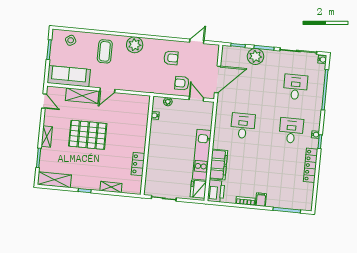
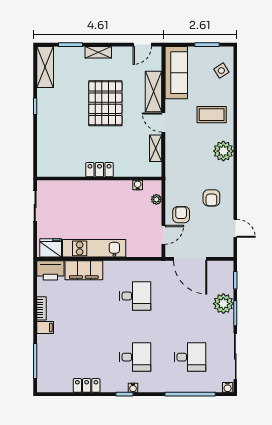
locker: (138, 164) -> (99, 170), moved
locker: (311, 165) -> (87, 385), width x0.66
shelving: (111, 187) -> (156, 148), moved

